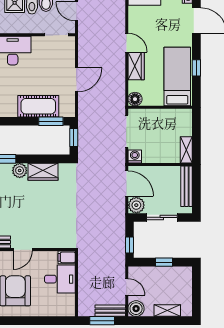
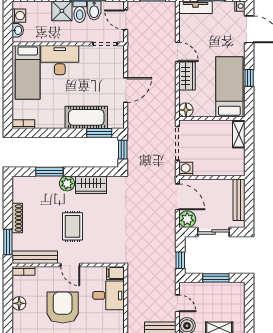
shelving: (186, 150) -> (239, 134), moved
rug: (25, 212) -> (72, 226), added
door: (23, 250) -> (70, 265), hinge flipped
window: (164, 262) -> (216, 278), width x1.50

